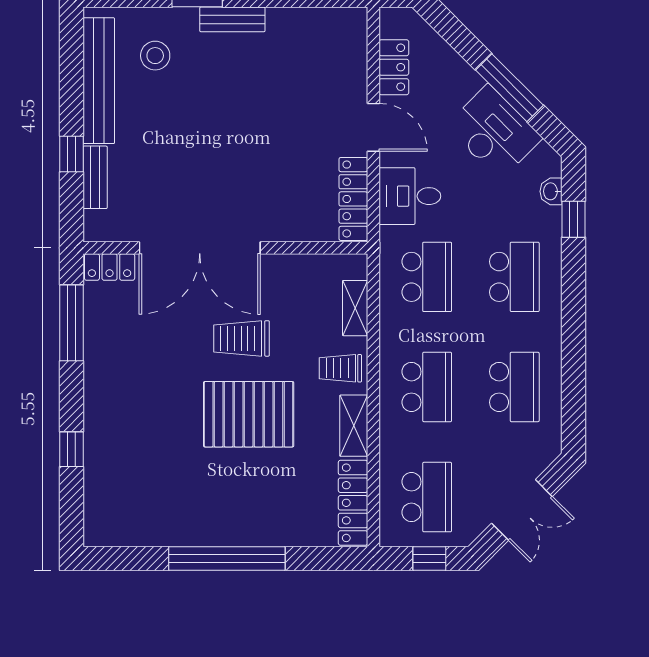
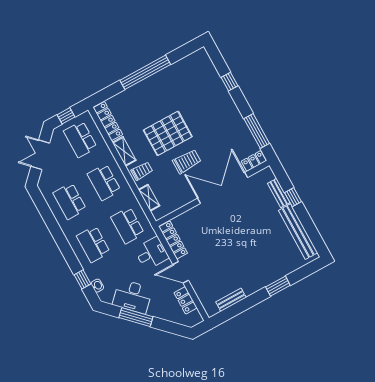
bench: (232, 19) -> (231, 300), moved
stool: (155, 56) -> (281, 254), removed

